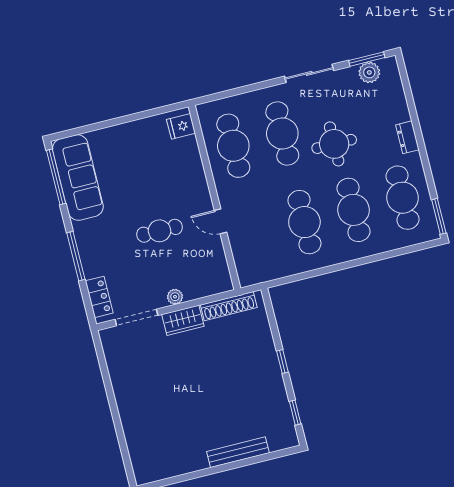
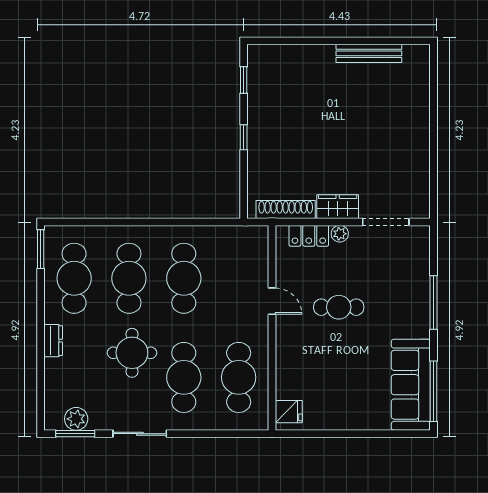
locker: (99, 297) -> (309, 236), moved, turned -90
bench: (238, 452) -> (369, 53), moved

